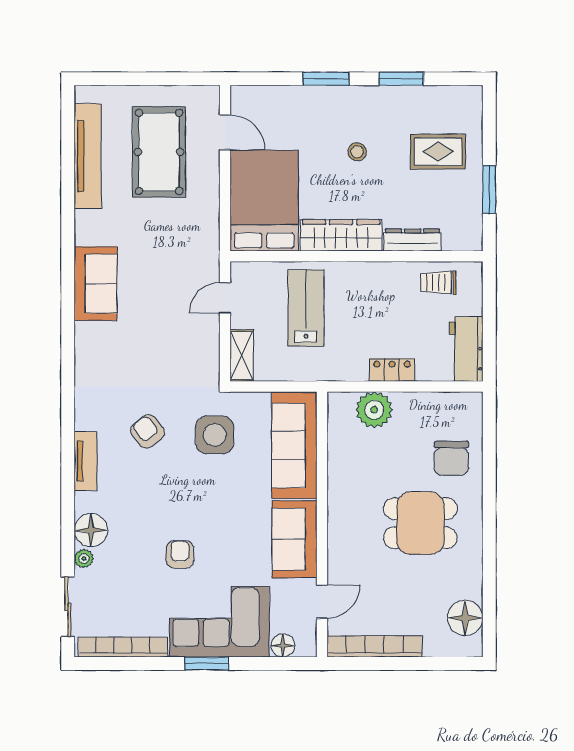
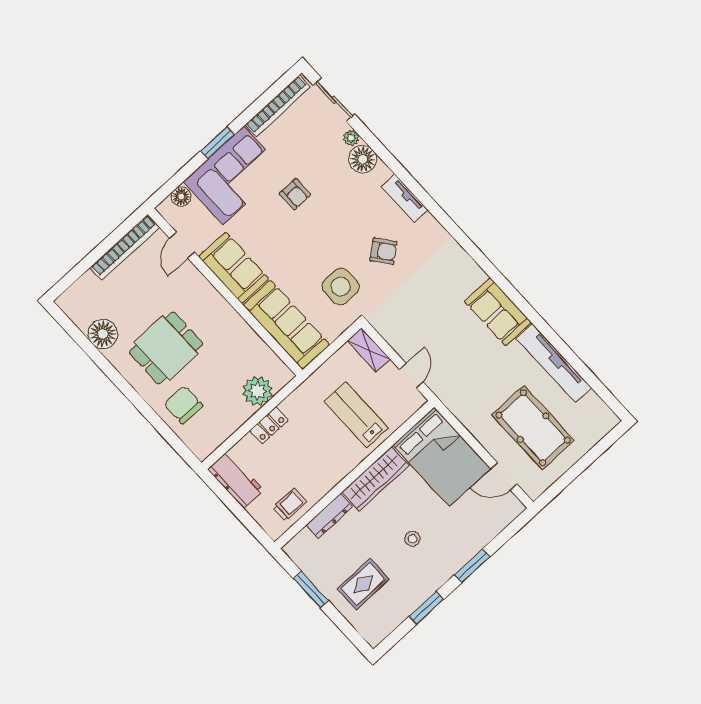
tv unit: (88, 156) -> (554, 363), moved
lab bench: (306, 308) -> (356, 415), turned 180
floor lamp: (465, 618) -> (103, 334), moved

